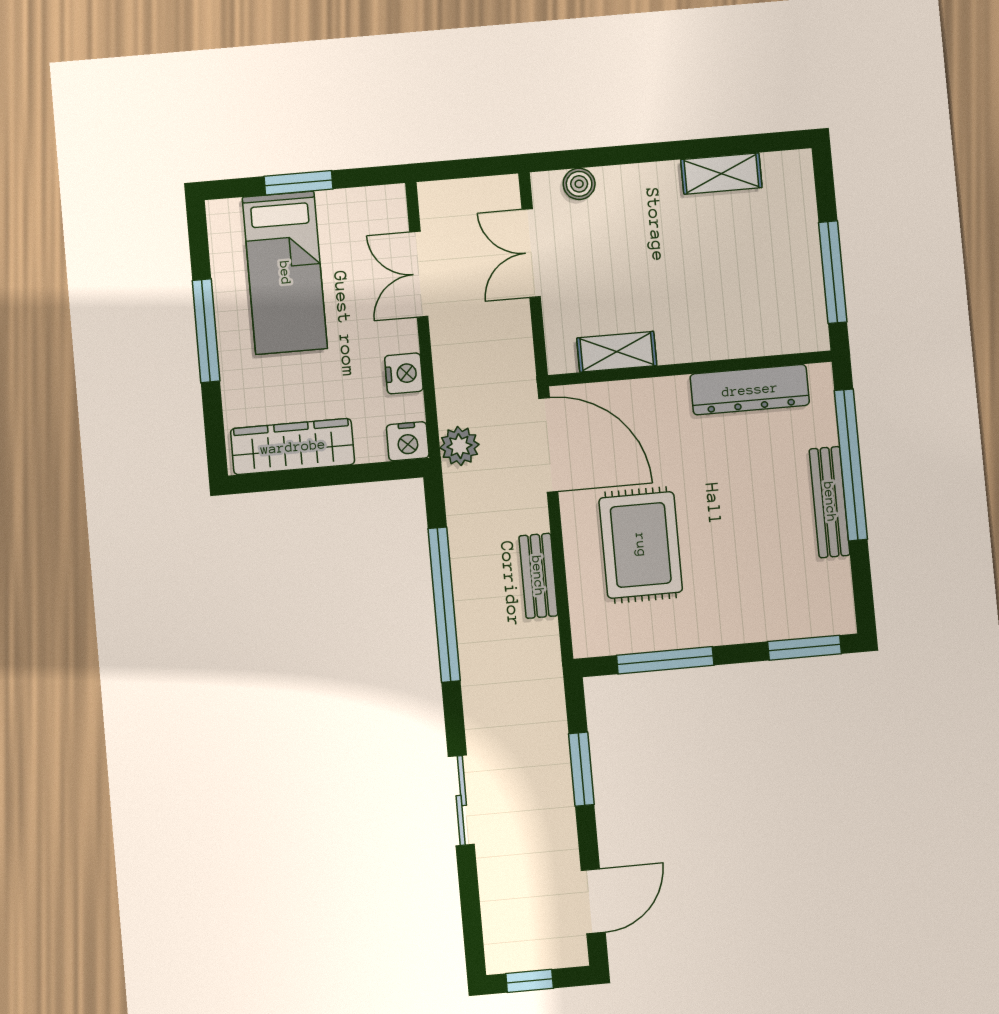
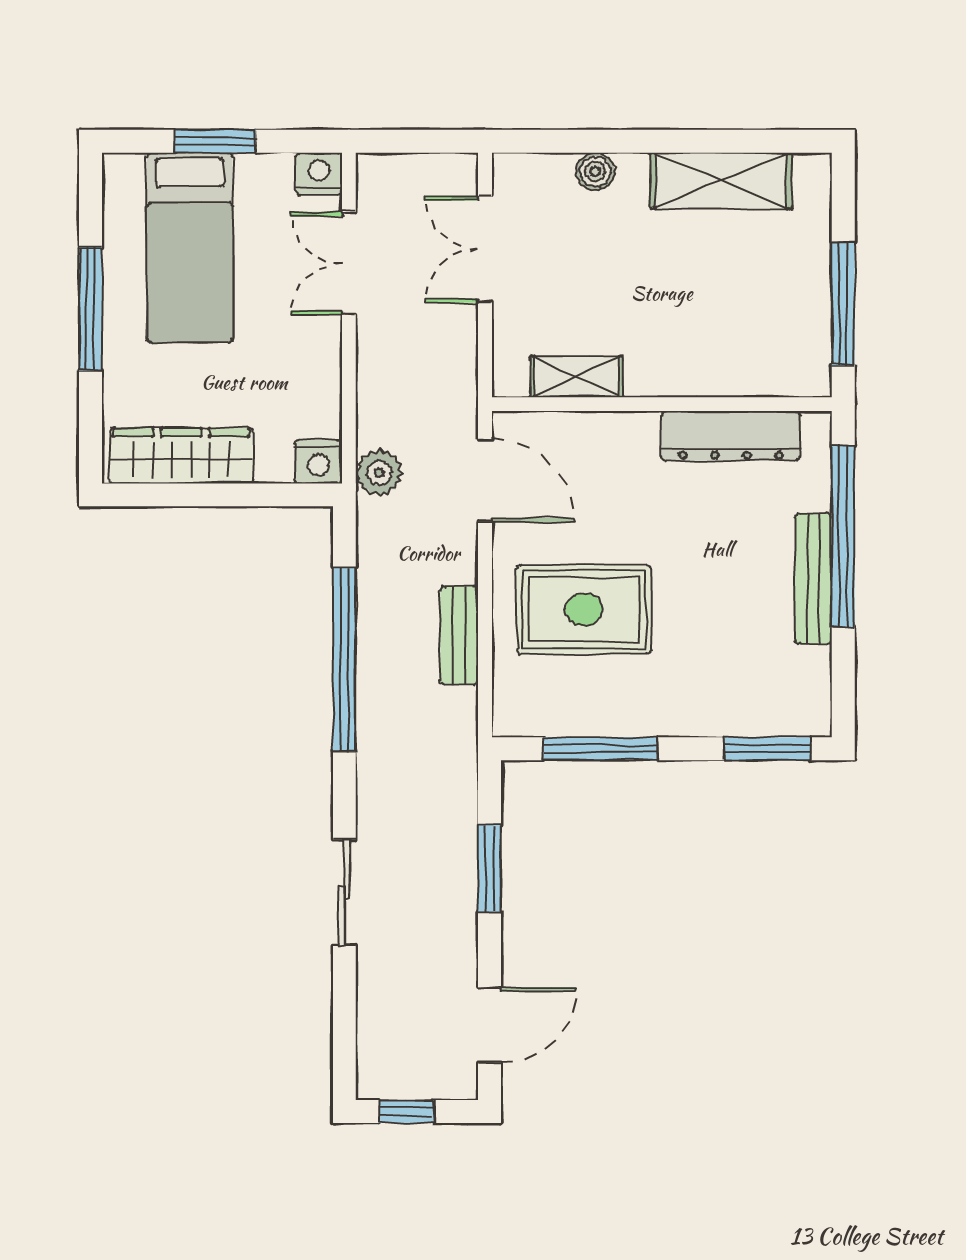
shelving: (721, 174) -> (721, 181), width x1.50, depth x1.33
boiler: (579, 184) -> (595, 171), moved
nightstand: (404, 373) -> (319, 174), moved, turned -90
door: (548, 445) -> (485, 480), width x0.73
rug: (641, 545) -> (584, 609), turned 90

